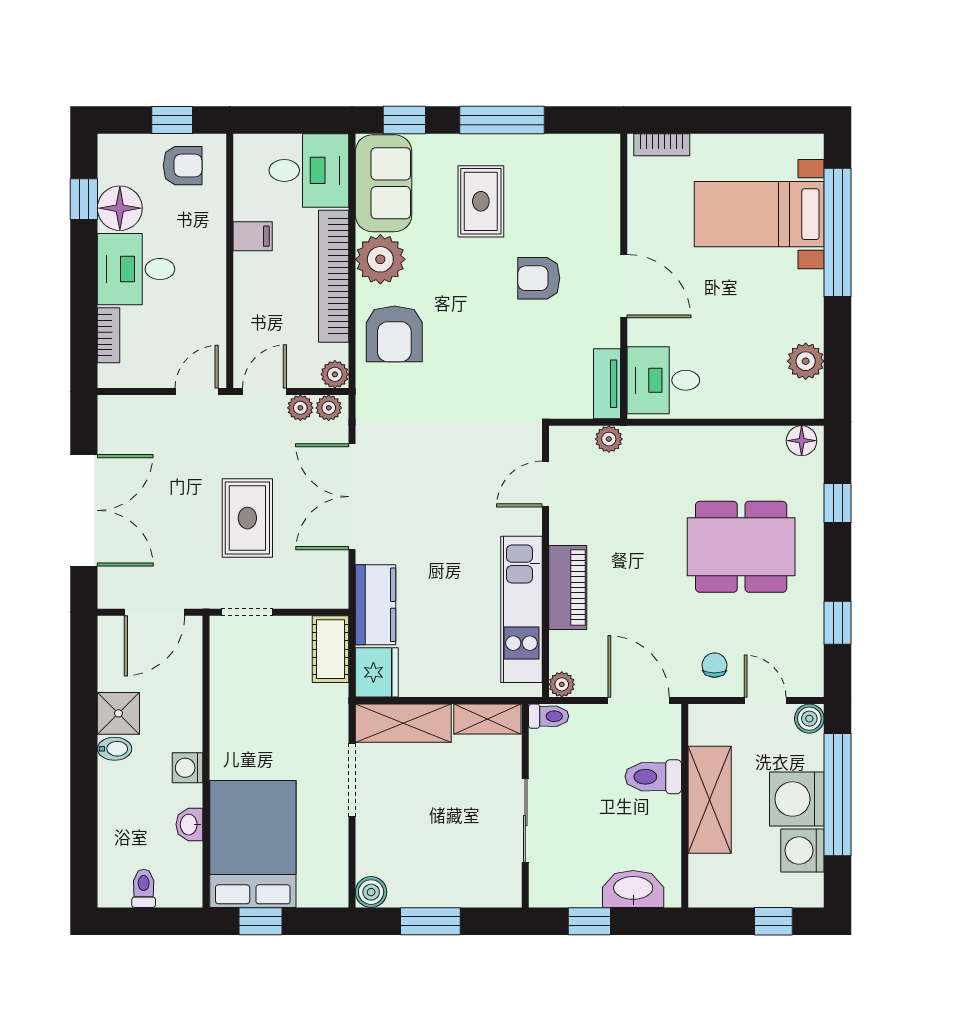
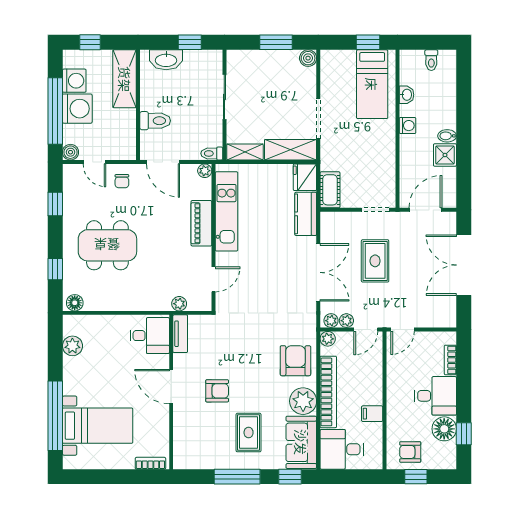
shelving: (710, 800) -> (125, 79), moved
bed: (253, 844) -> (372, 84), width x0.67

